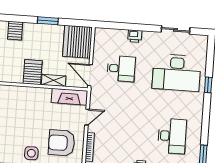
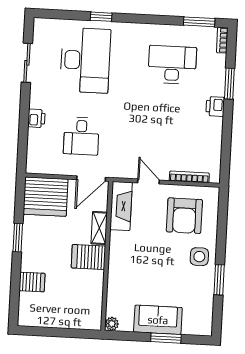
desk: (121, 69) -> (81, 136), turned 180

